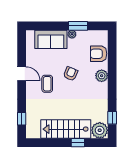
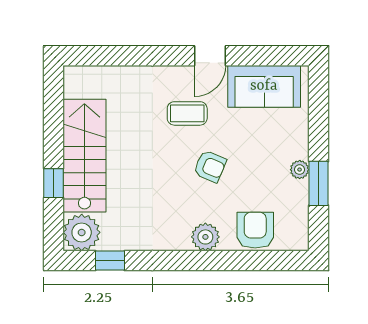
sofa: (51, 39) -> (264, 86), moved, turned -90
window: (22, 119) -> (108, 56), removed

